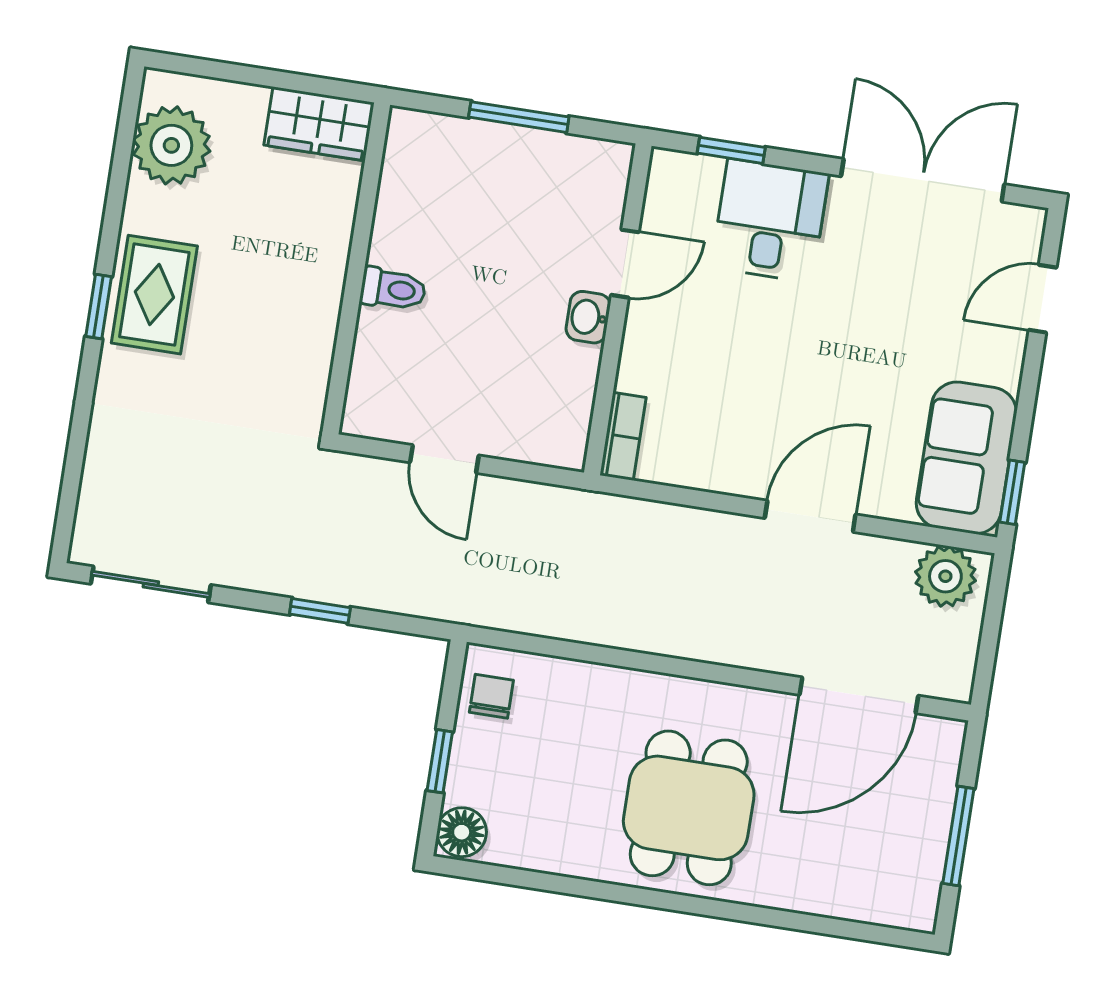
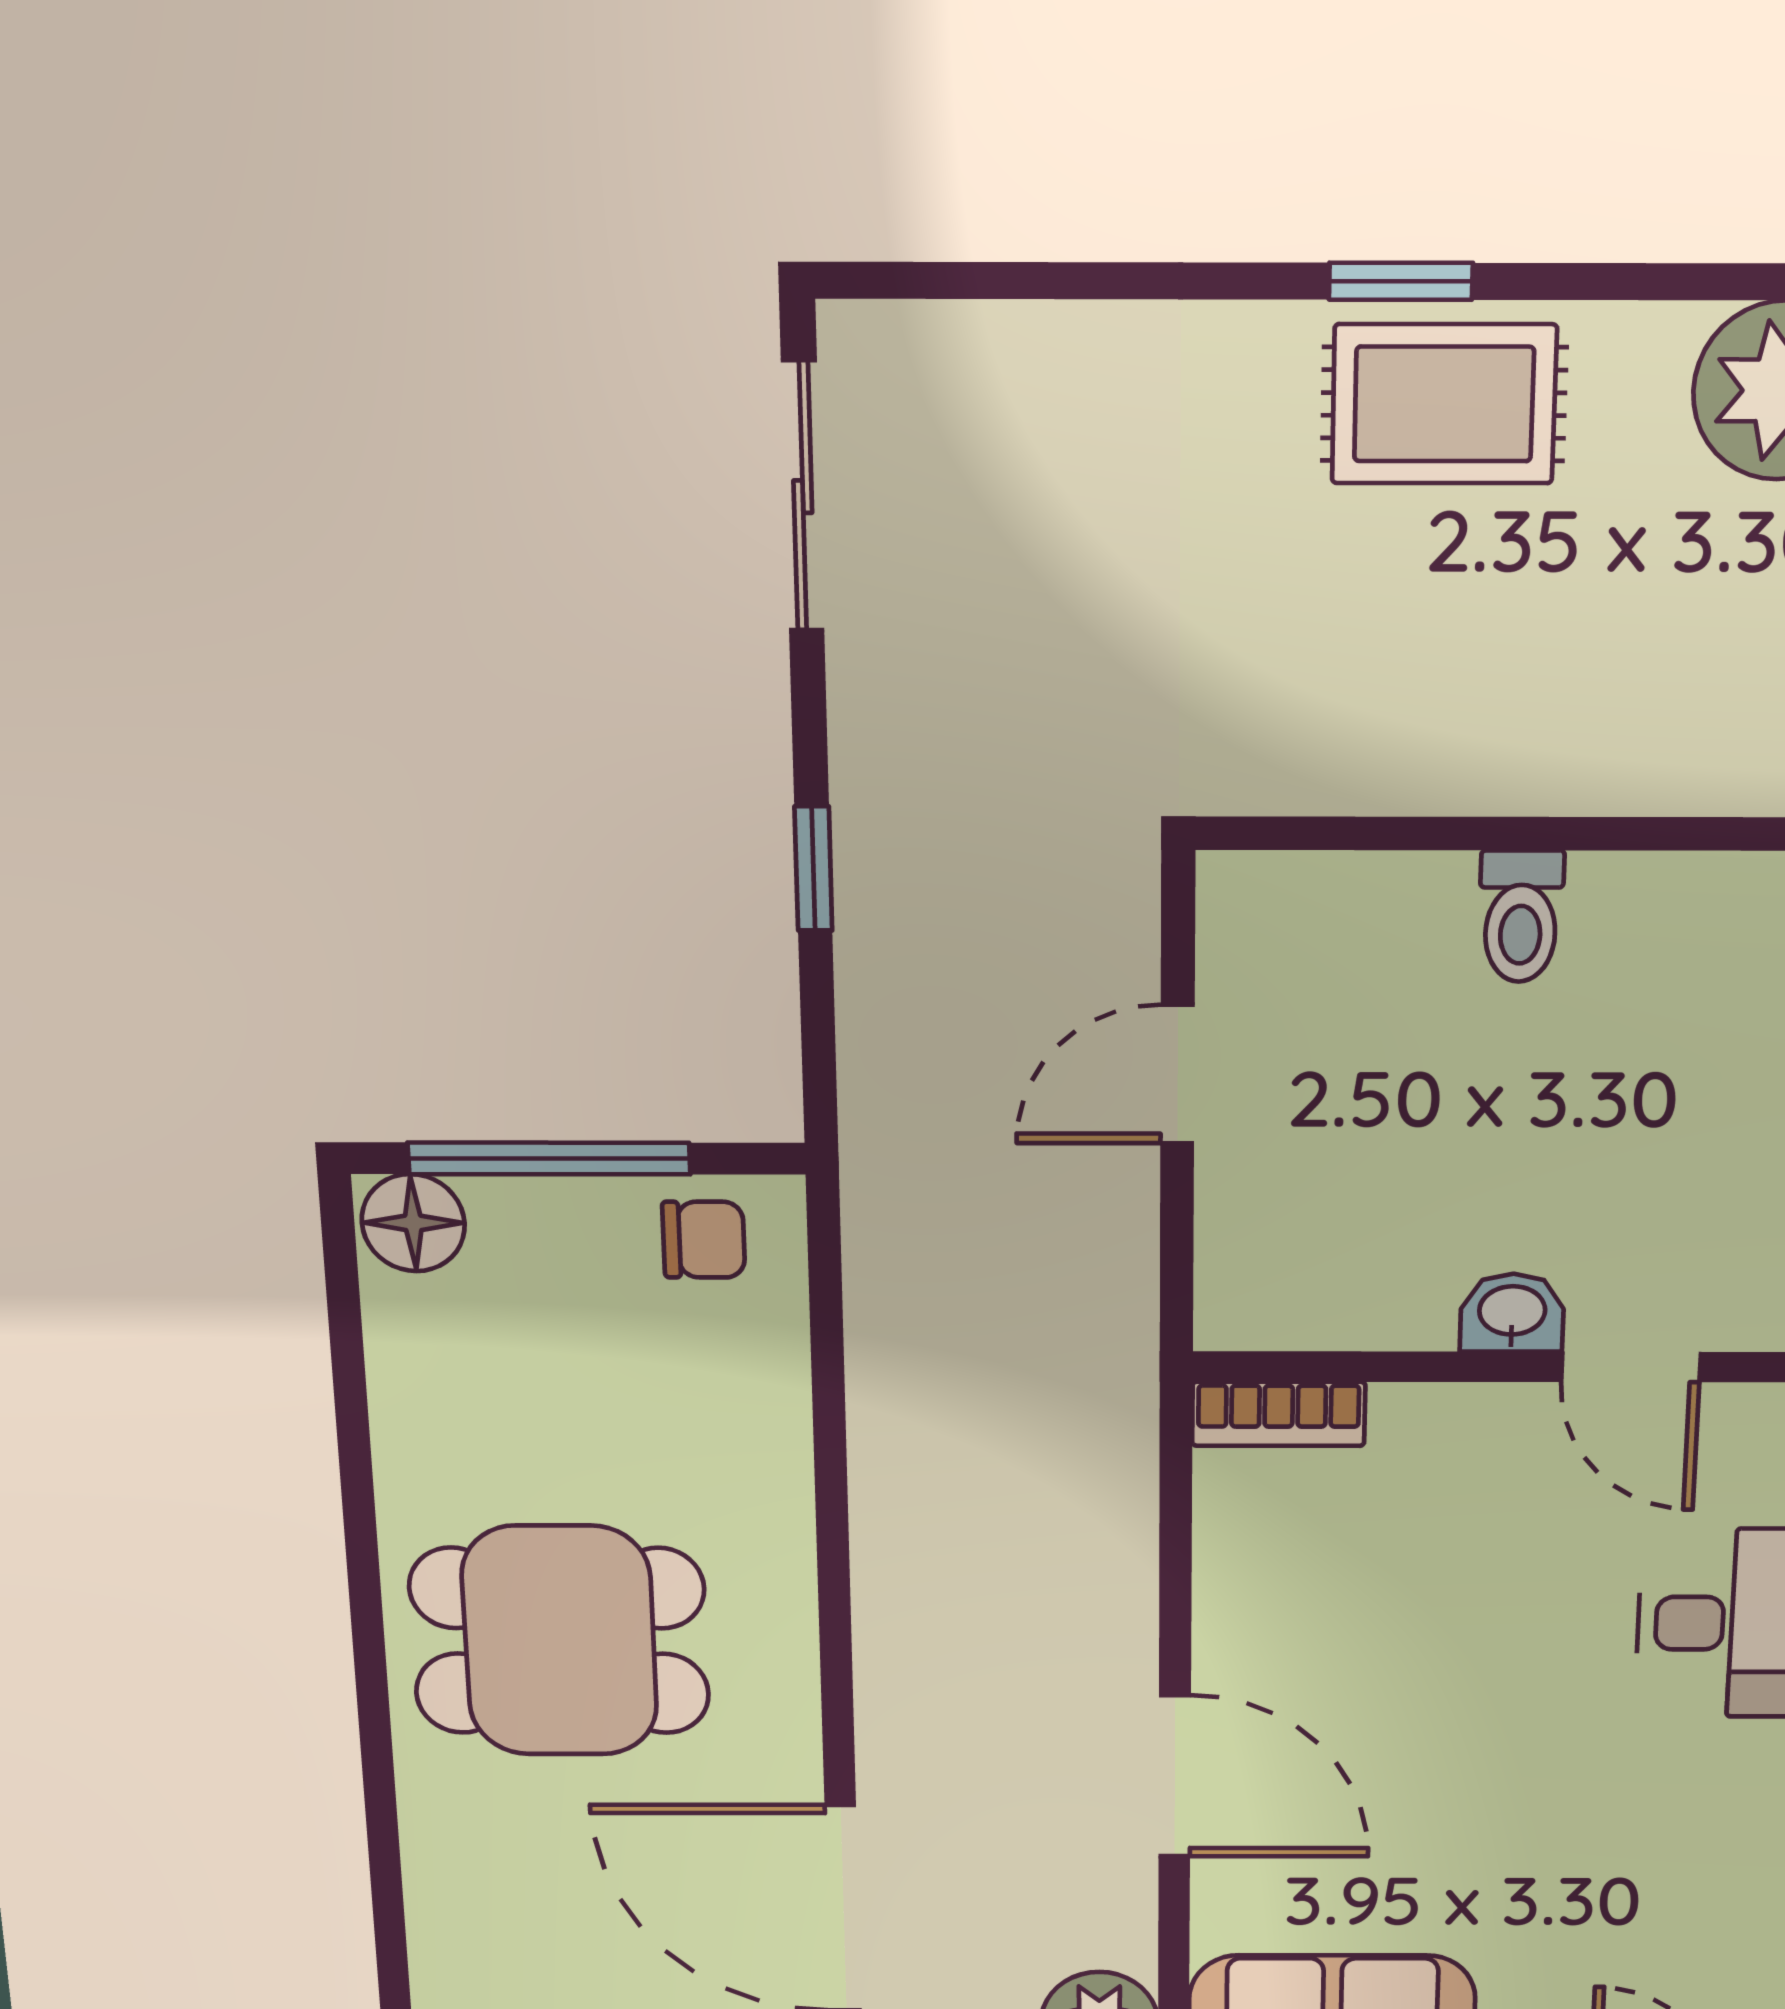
window: (440, 761) -> (549, 1158), width x2.17

